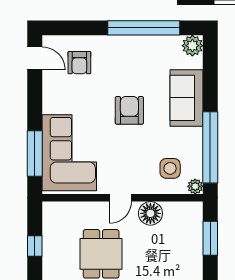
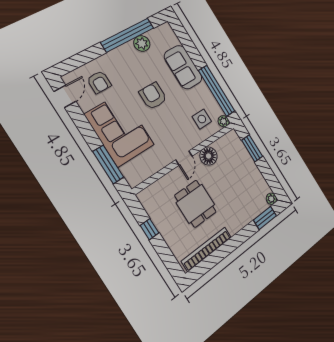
plant: (192, 46) -> (142, 43), moved
door: (35, 58) -> (65, 96), hinge flipped
corner sofa: (69, 153) -> (120, 130), moved

